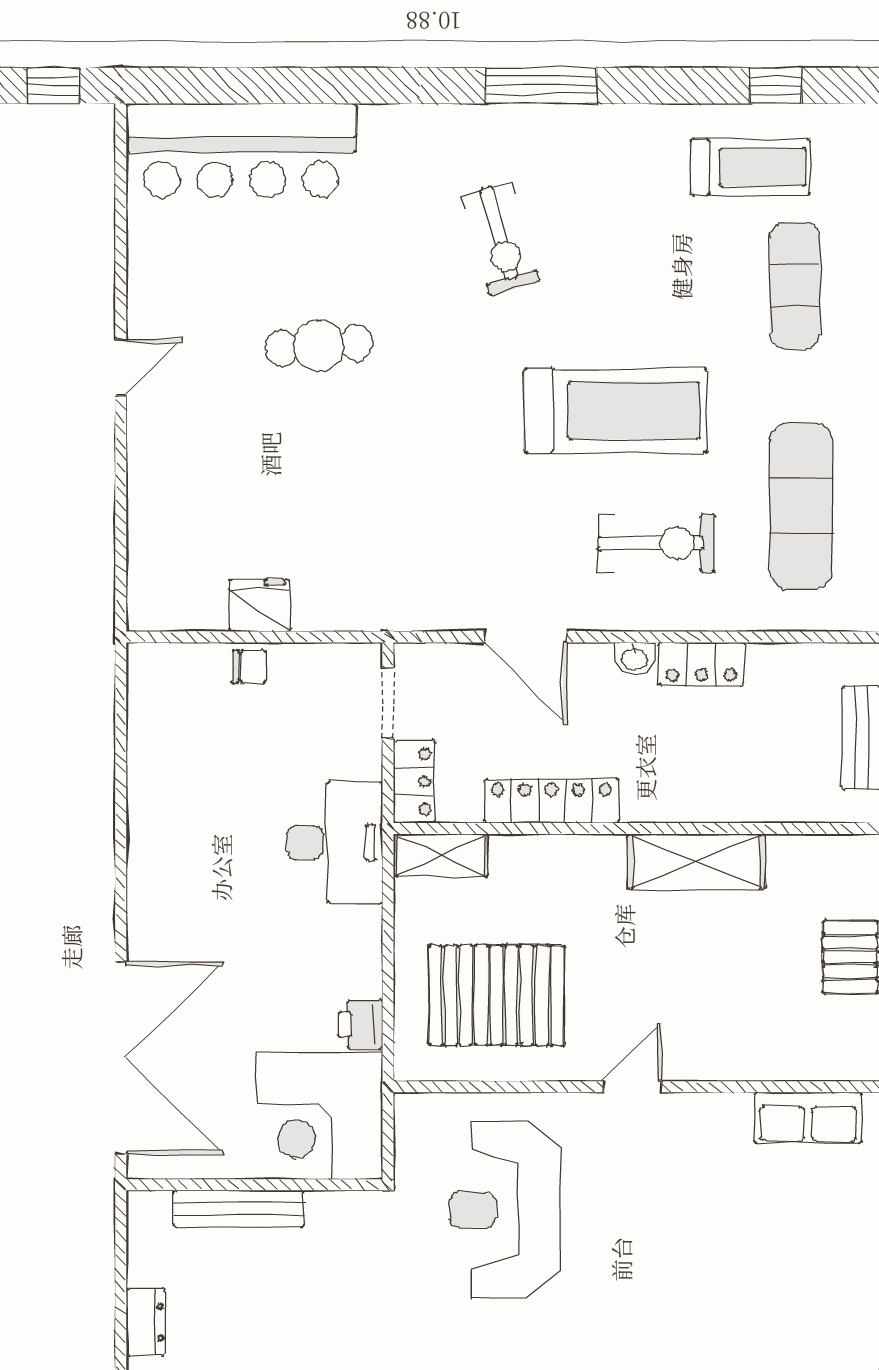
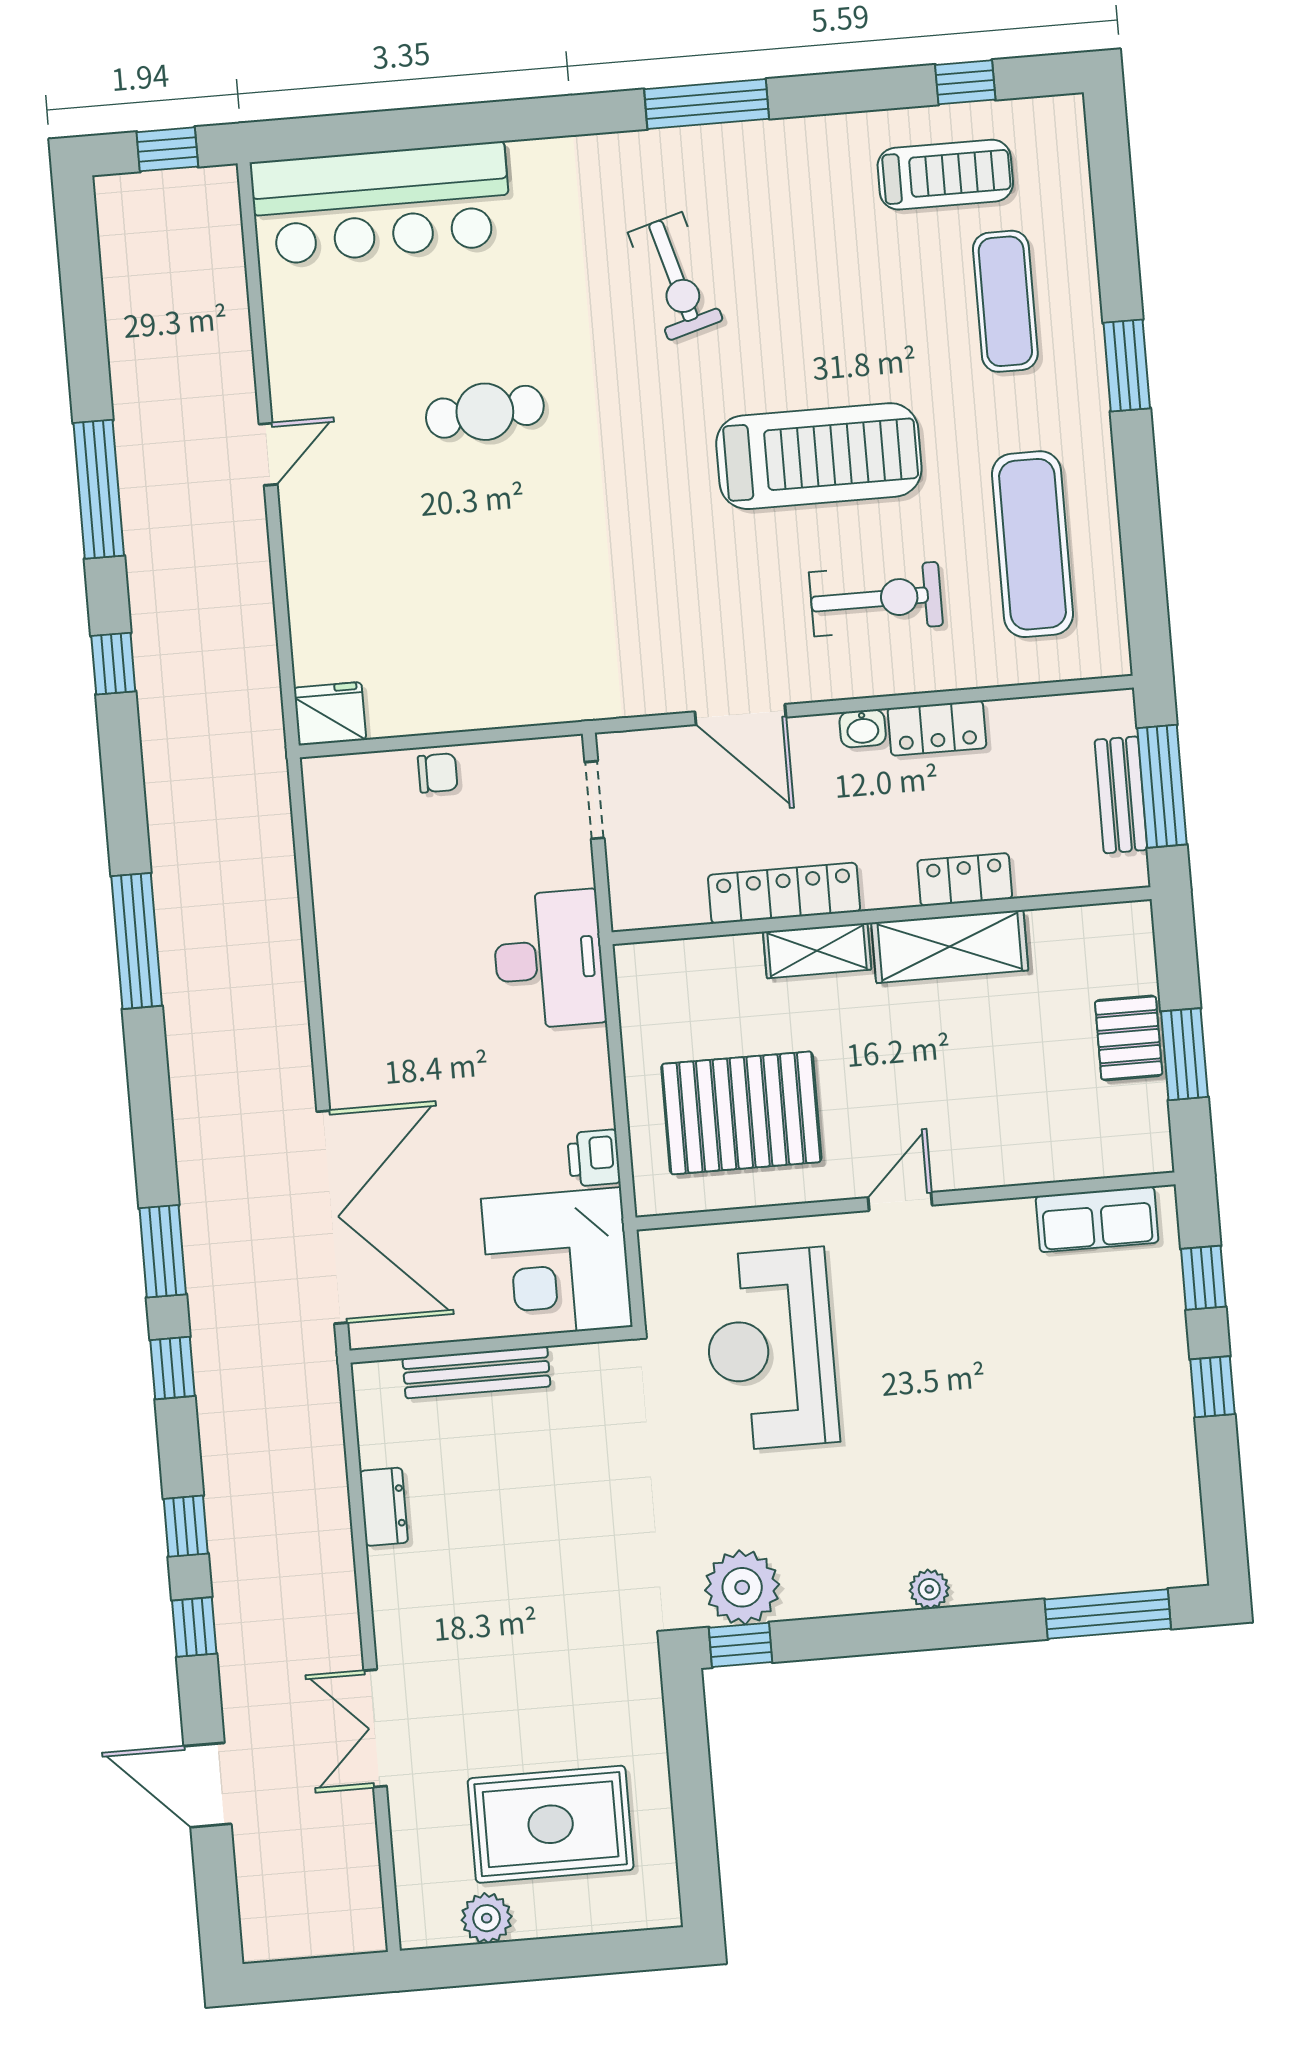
fridge: (259, 605) -> (330, 714), moved
locker: (414, 782) -> (965, 880), moved, turned -90
shelving: (441, 855) -> (817, 951), moved

